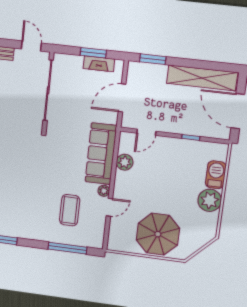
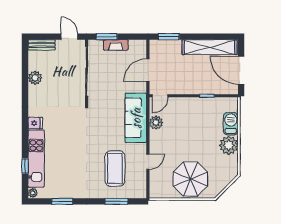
window: (93, 53) -> (107, 37), moved
fireplace: (99, 64) -> (116, 45), moved
door: (146, 132) -> (160, 96), moved
plant: (104, 191) -> (142, 148), removed
coffee table: (70, 210) -> (115, 169), width x1.36, depth x1.32
window: (67, 248) -> (116, 201), width x0.69

